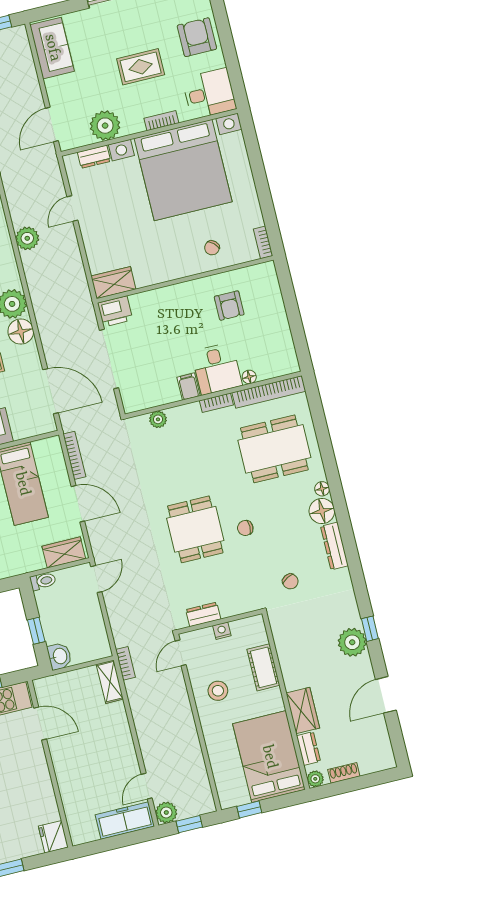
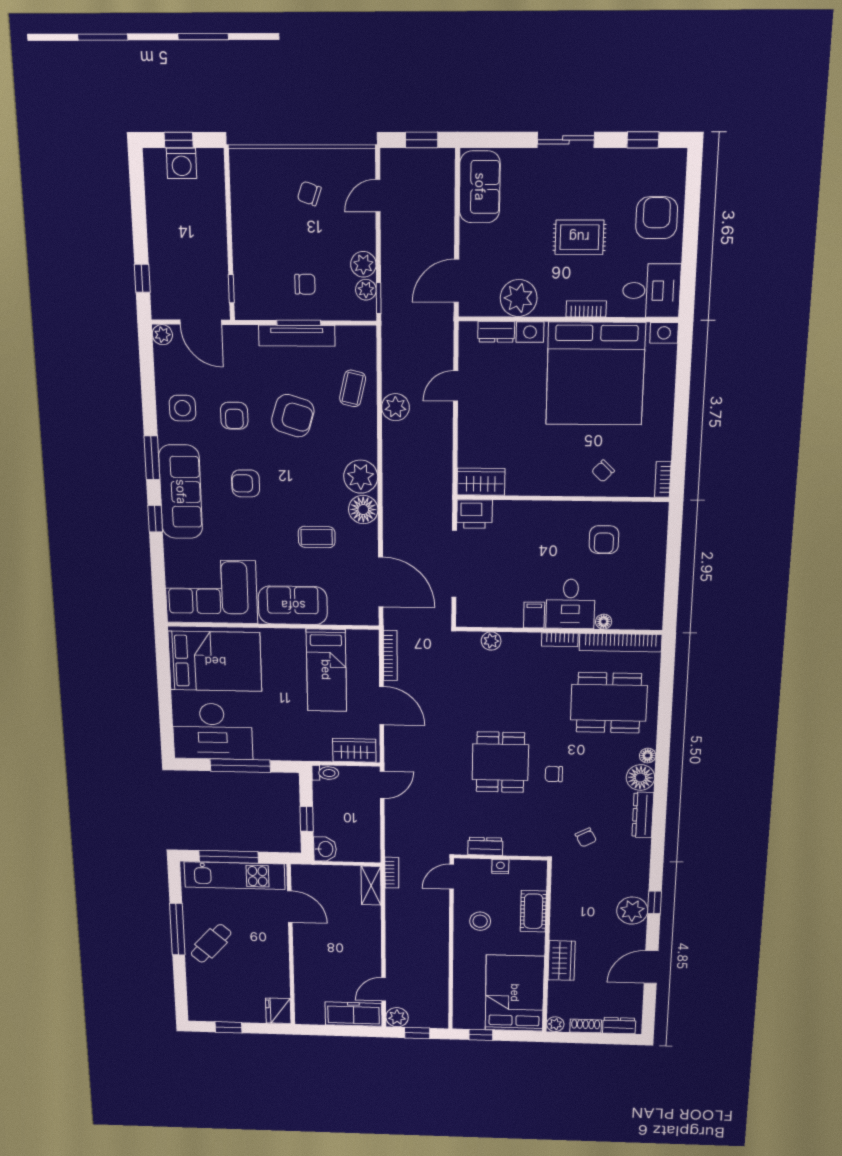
dresser: (308, 749) -> (619, 1026), moved, turned -90

